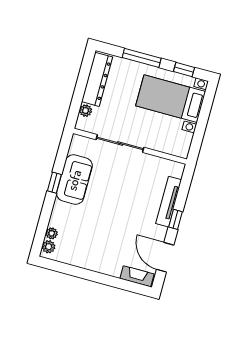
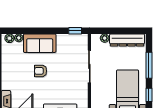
sofa: (74, 180) -> (40, 43), moved
window: (54, 183) -> (75, 31), moved
armchair: (107, 215) -> (41, 71), added

